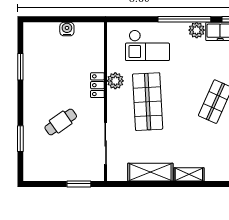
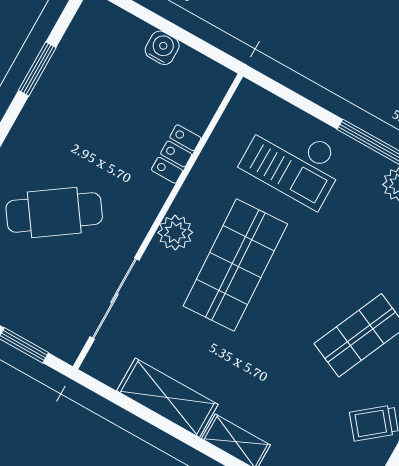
plant: (115, 81) -> (175, 233), moved
locker: (97, 85) -> (176, 154), moved
cafe table: (61, 122) -> (54, 212), width x1.37, depth x1.35

